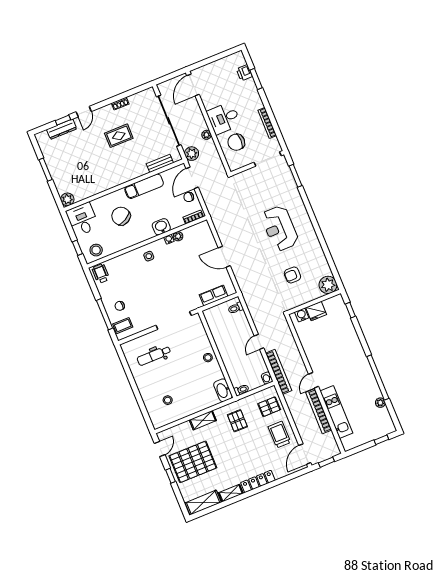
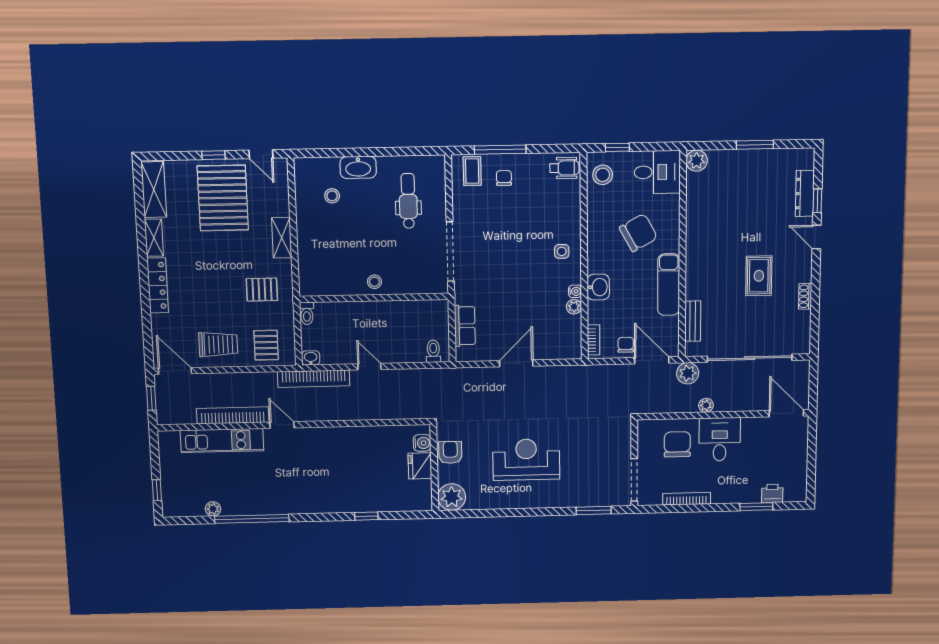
plant: (328, 285) -> (452, 497), moved
wall: (314, 302) -> (434, 468), moved
fridge: (316, 311) -> (420, 466), moved
water cooler: (302, 315) -> (422, 443), moved
washbasin: (223, 390) -> (358, 167), moved, turned 180

